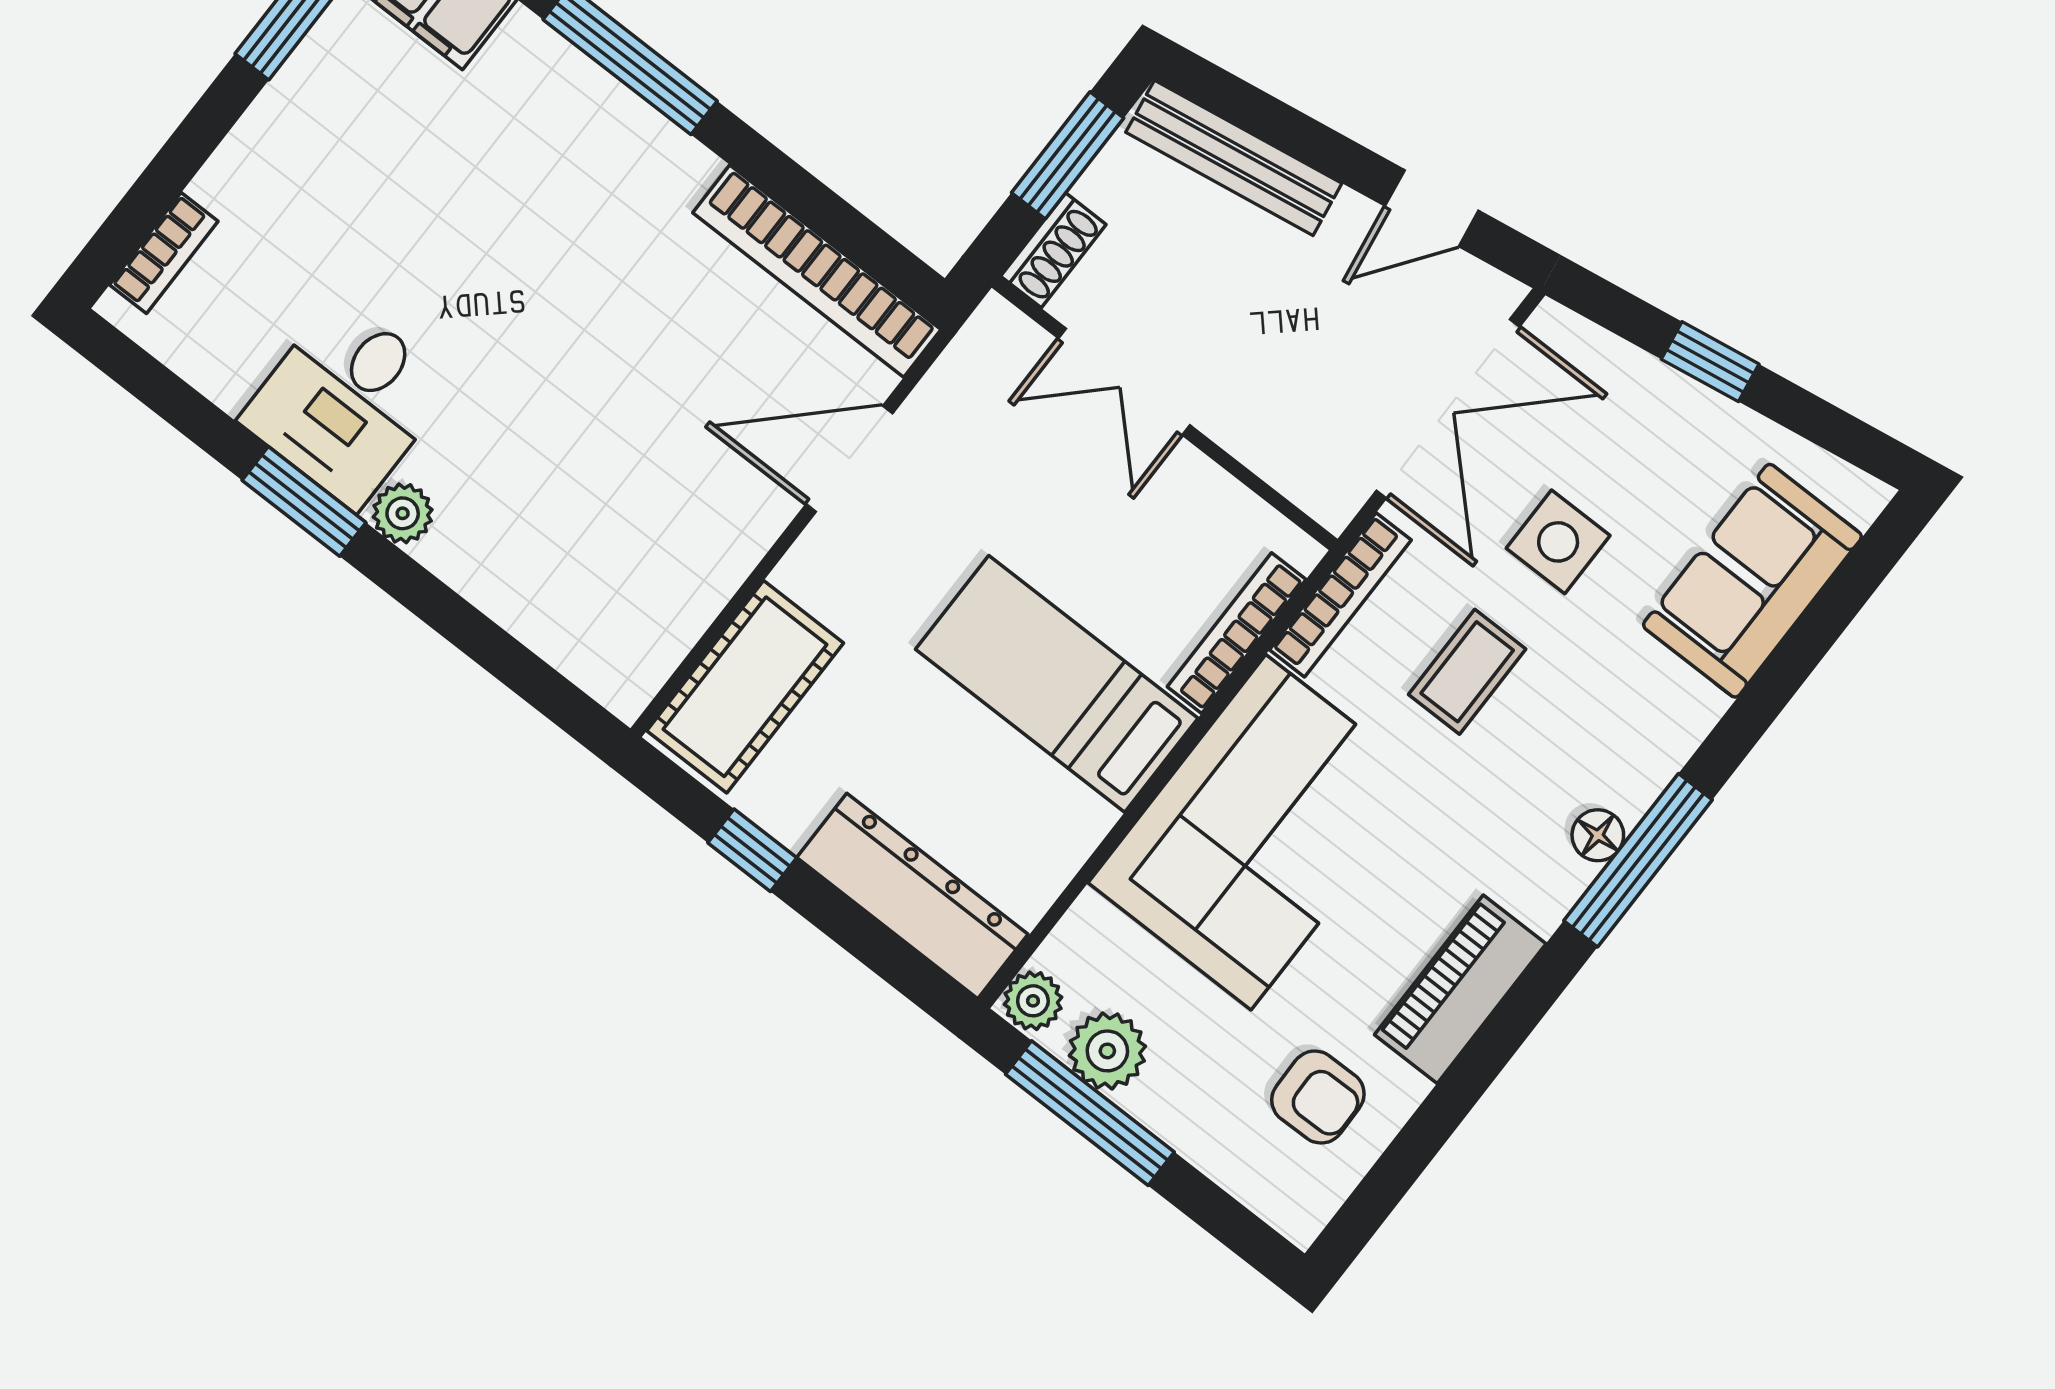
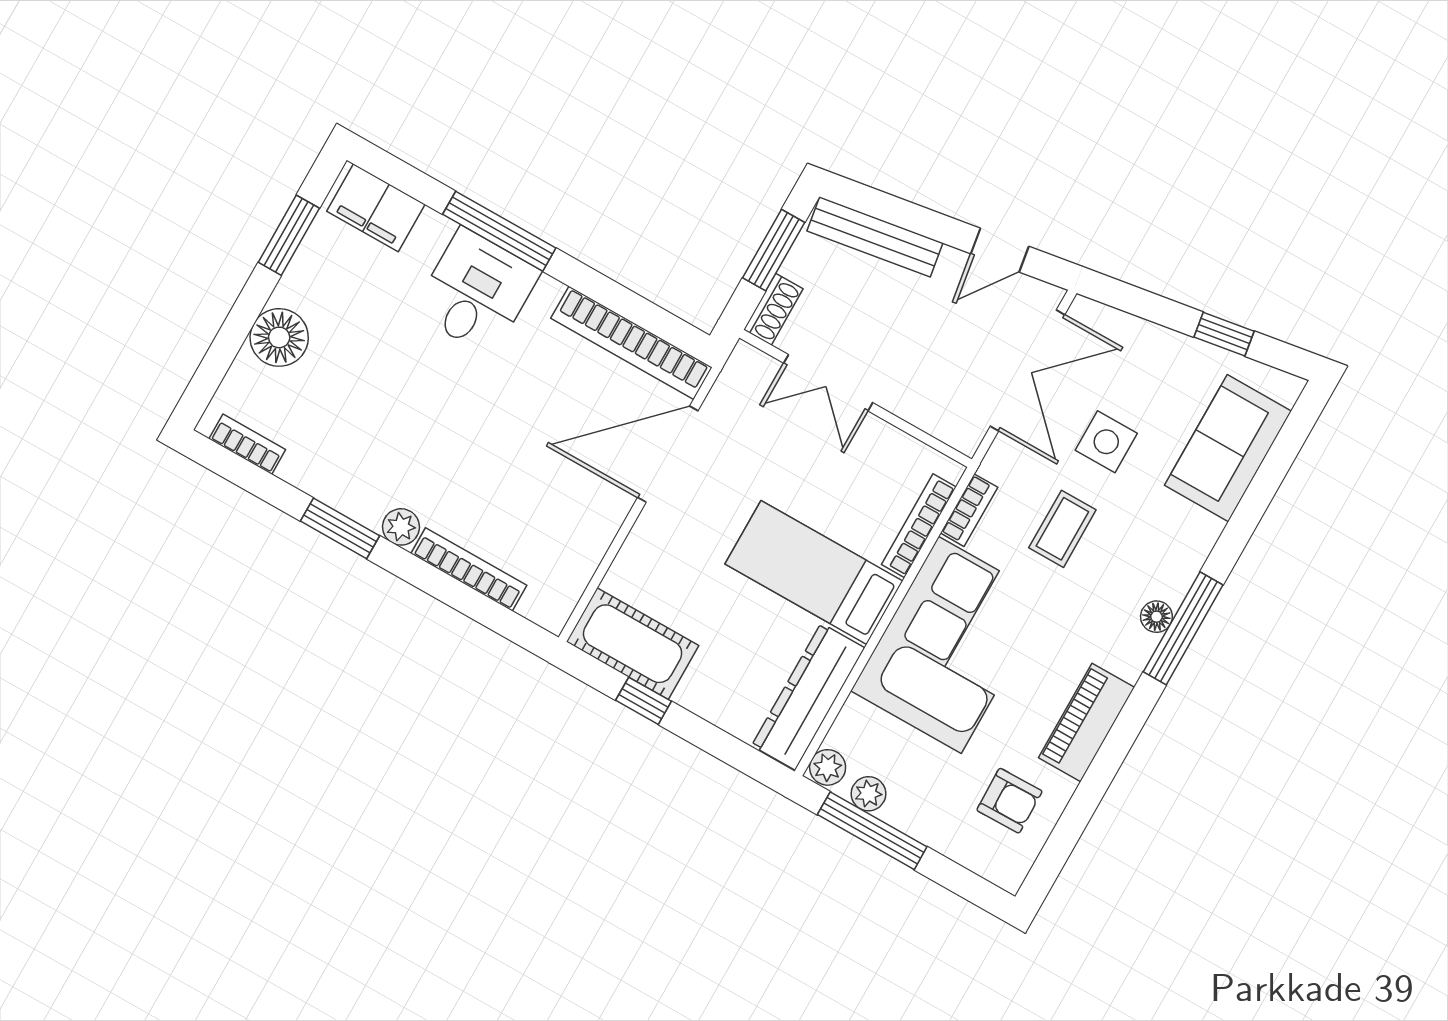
floor lamp: (251, 180) -> (279, 337), added
bookcase: (164, 253) -> (247, 444), moved, turned -90
window: (1710, 362) -> (1224, 334), moved
desk: (347, 403) -> (476, 292), moved, turned 180
door: (849, 459) -> (668, 454), width x1.36
bookcase: (1340, 595) -> (969, 510), width x0.64
bookcase: (502, 598) -> (469, 569), added
cot: (745, 687) -> (633, 644), moved, turned 90
dresser: (912, 896) -> (808, 697), moved, turned -90
plant: (1107, 1051) -> (869, 794), width x0.73, depth x0.73

